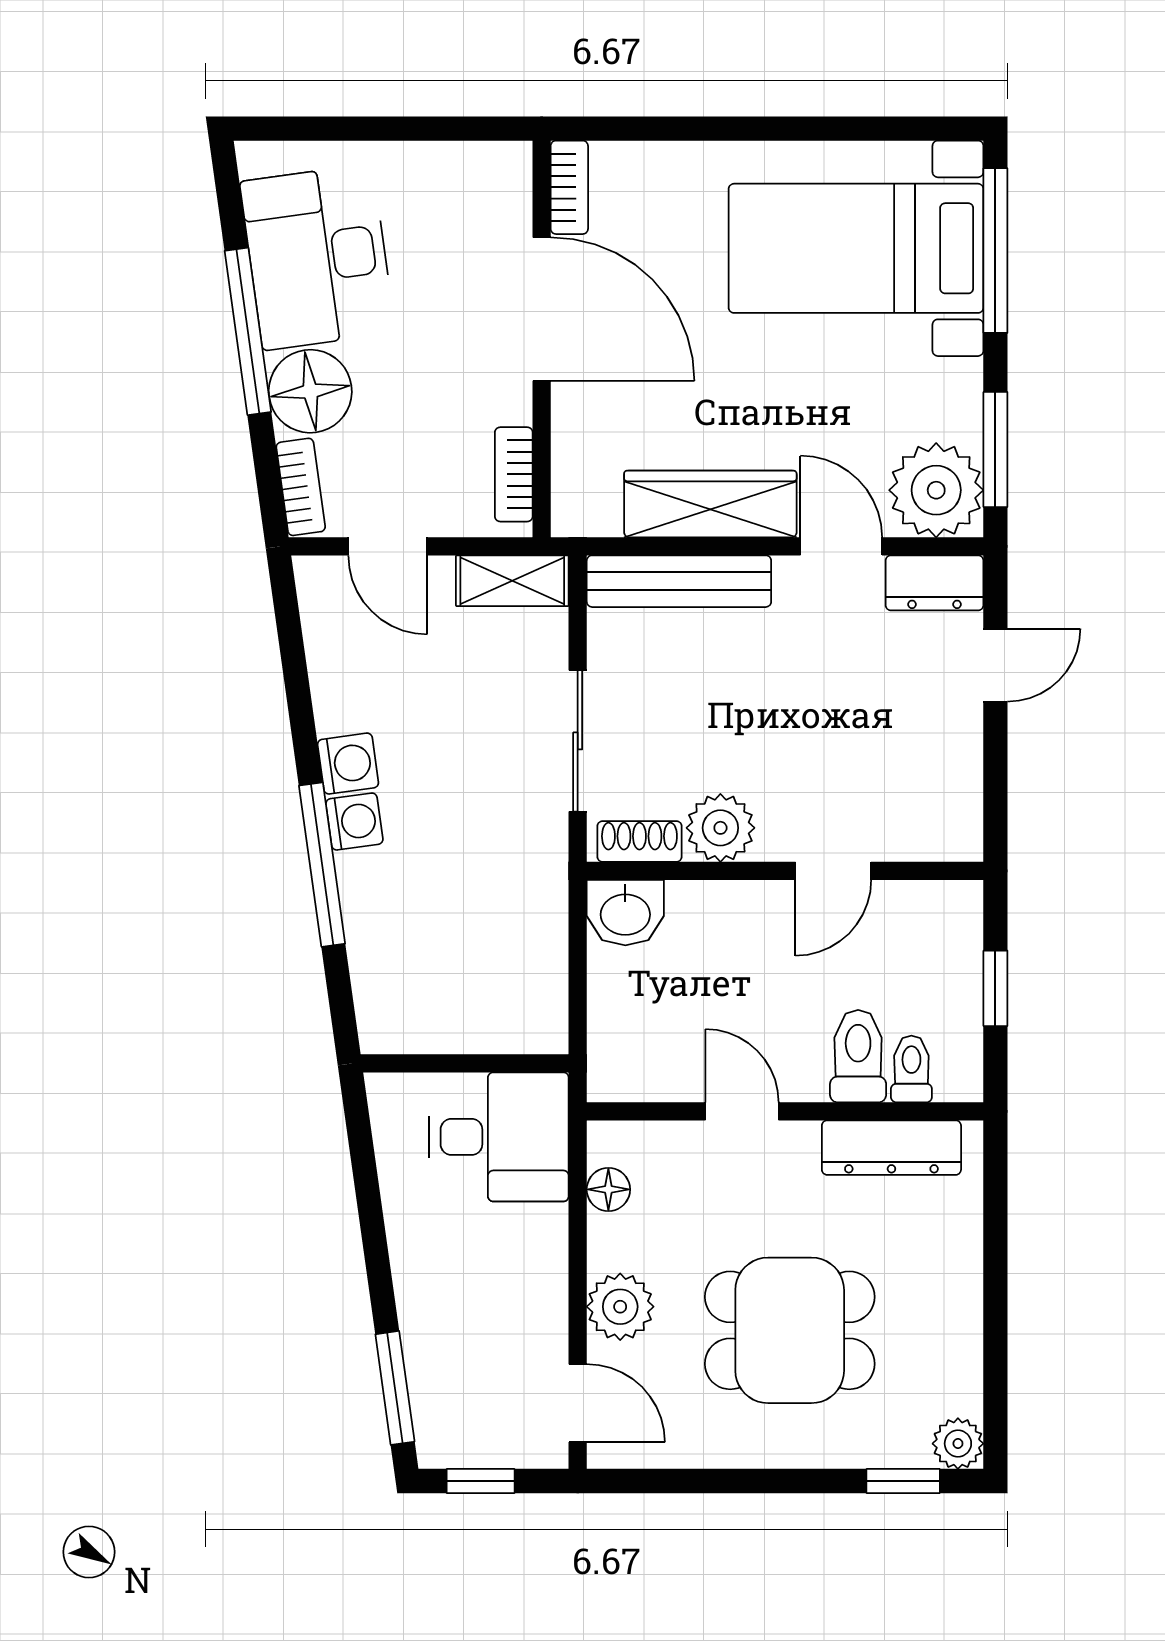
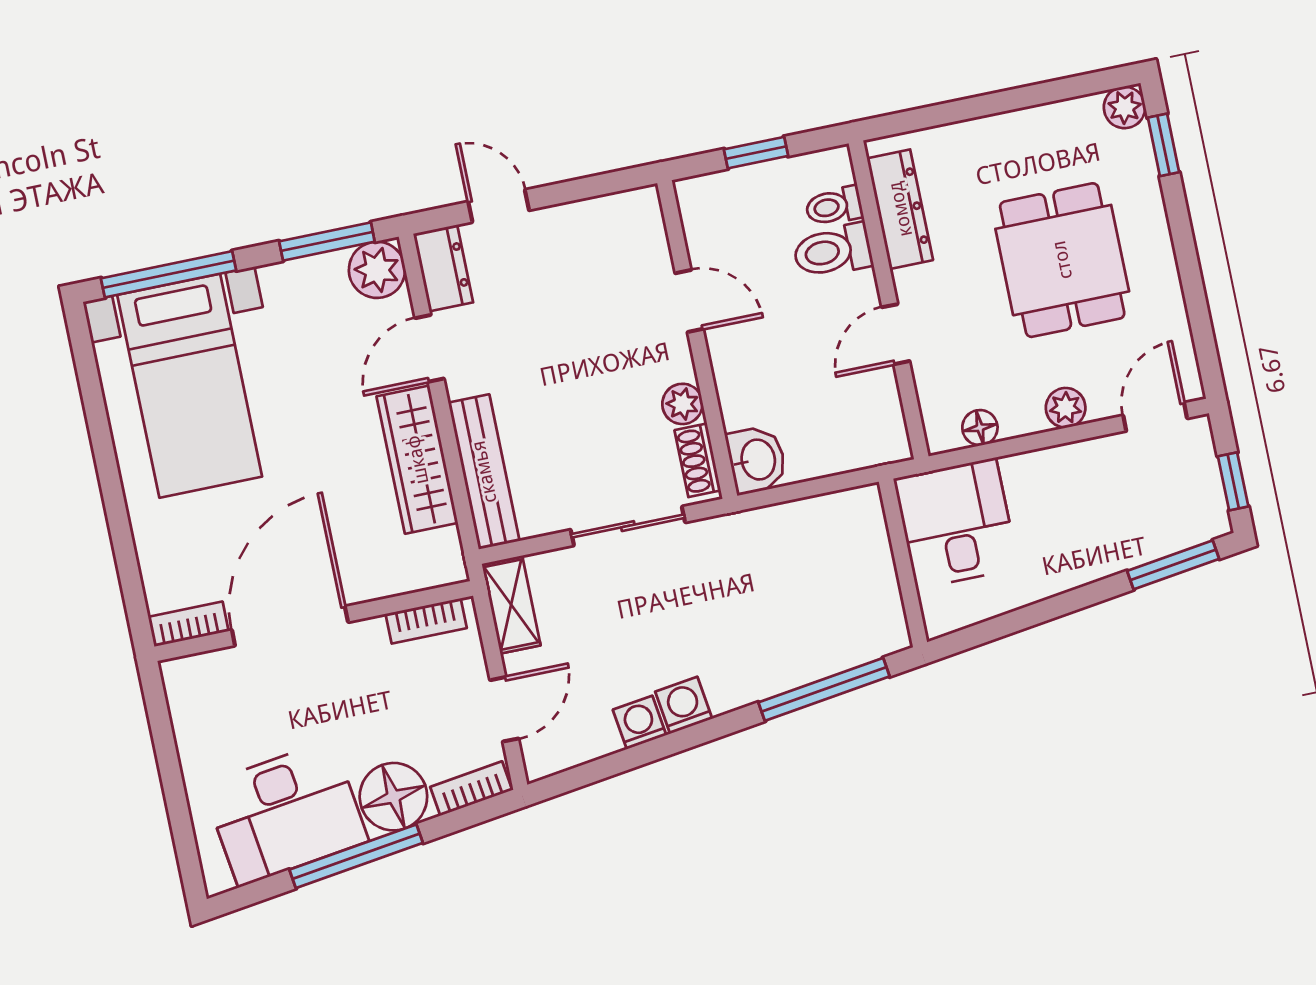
plant: (936, 490) -> (377, 270), width x0.73, depth x0.73
washing machine: (354, 822) -> (640, 722), moved
plant: (720, 828) -> (682, 404), width x0.73, depth x0.73
window: (322, 865) -> (824, 689), moved
plant: (620, 1307) -> (1066, 408), width x0.73, depth x0.73

